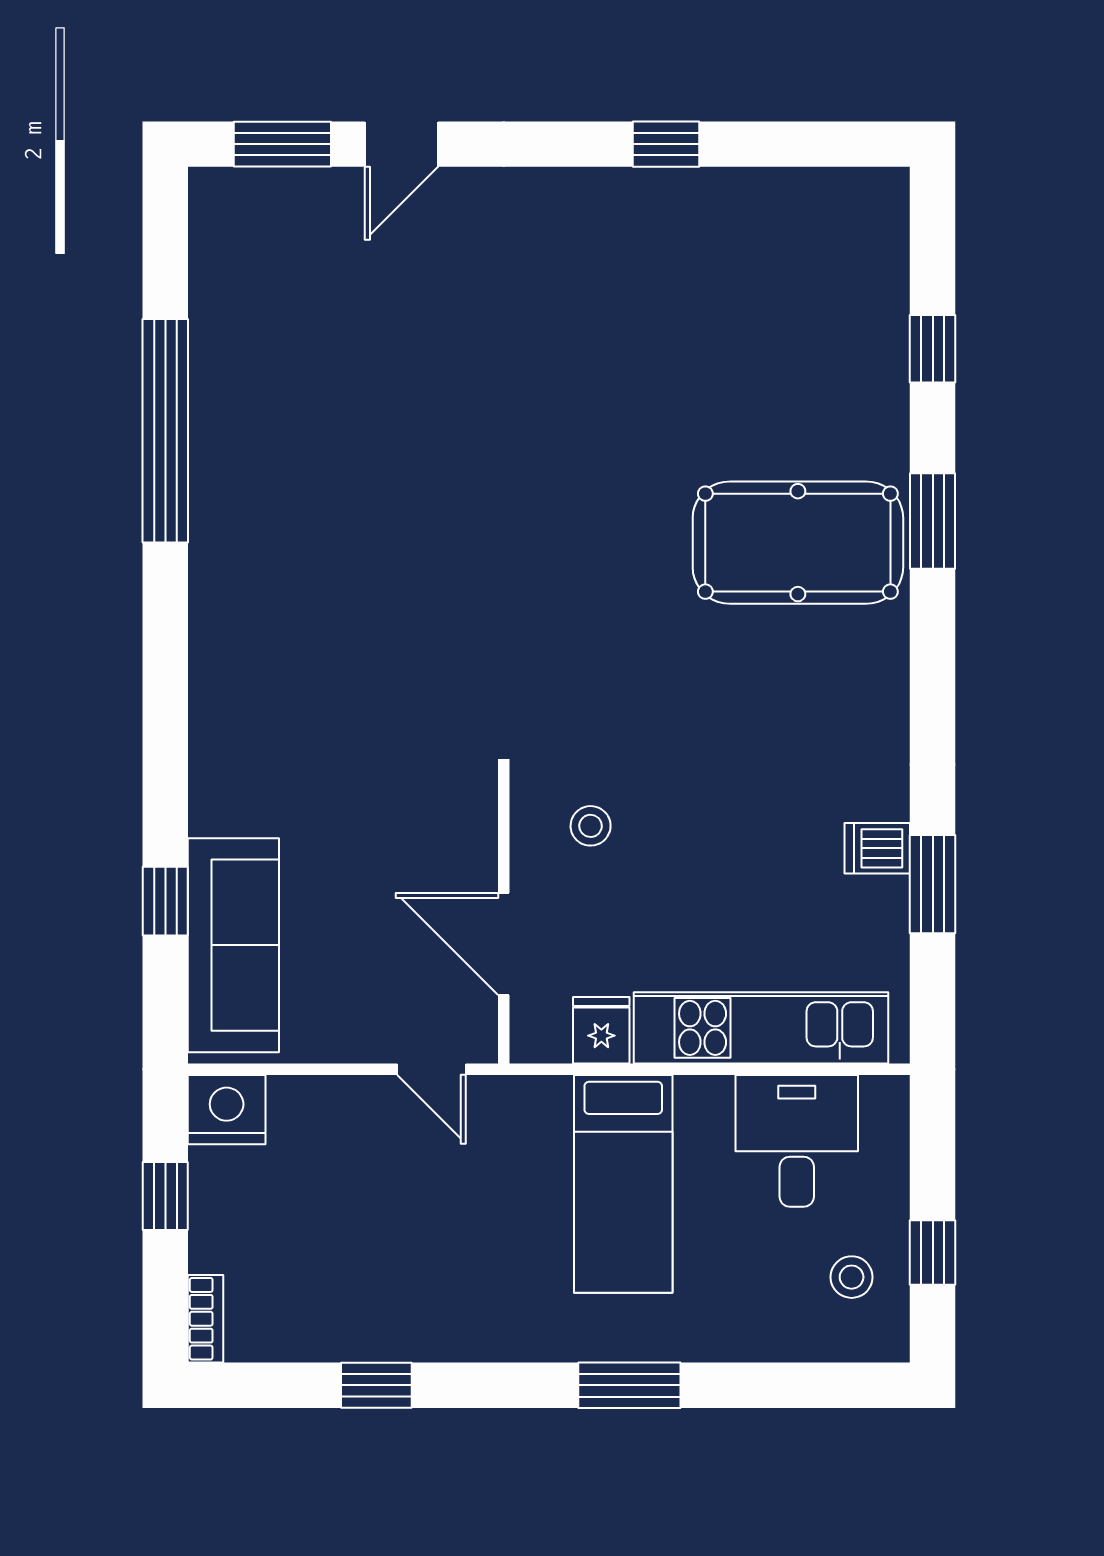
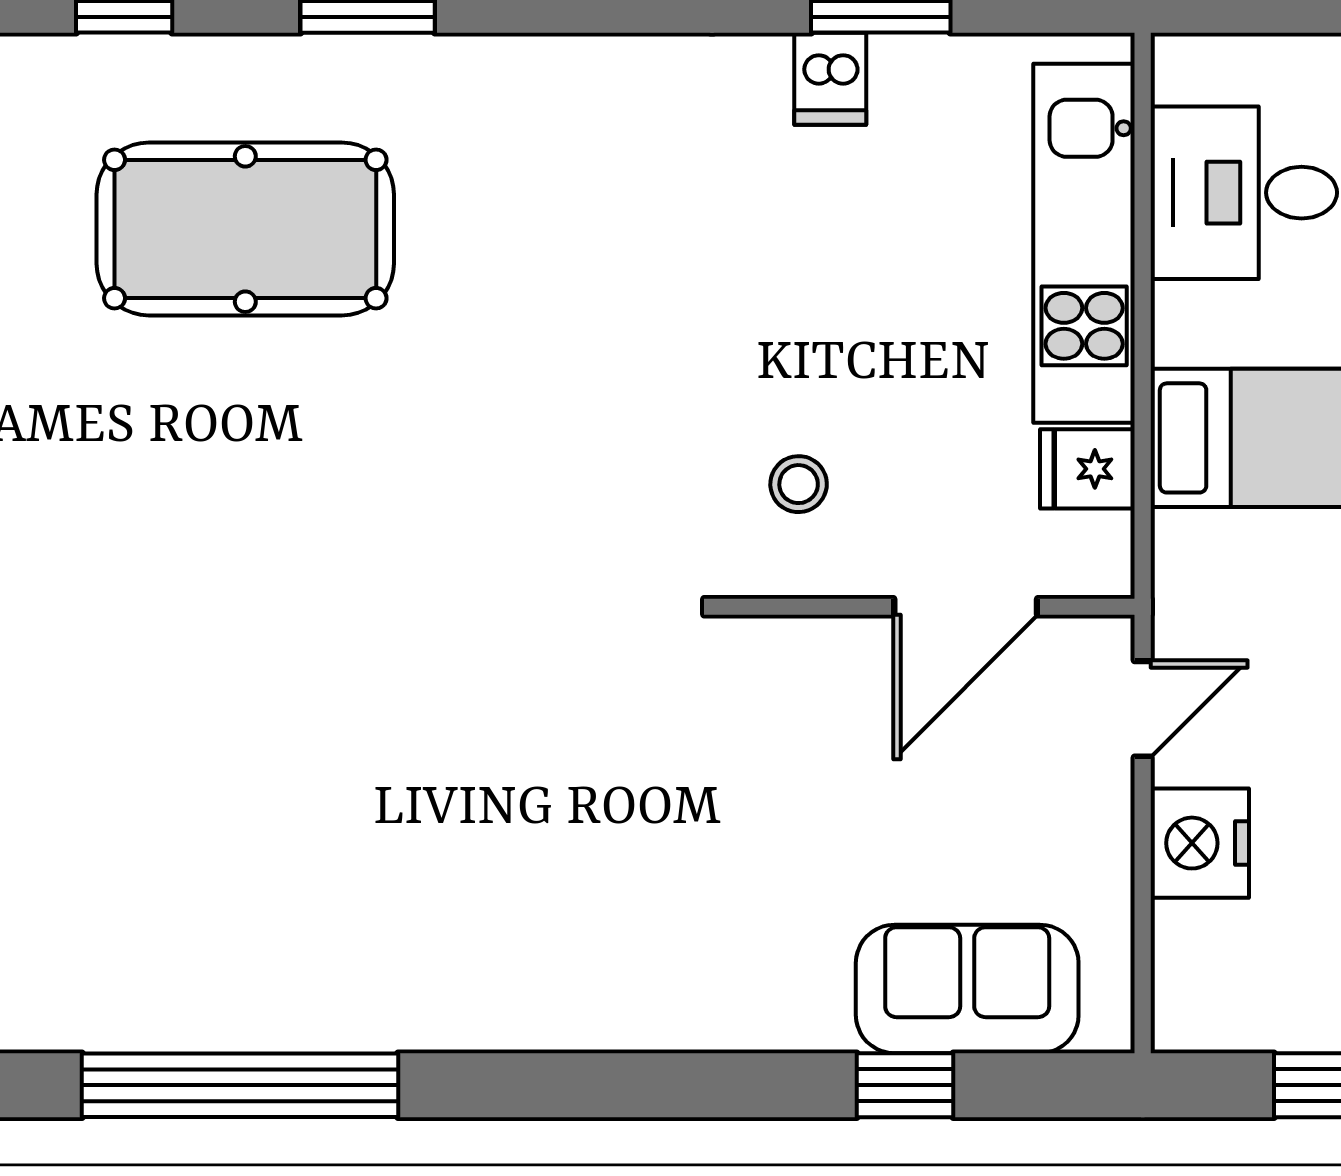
pool table: (798, 543) -> (245, 229), moved, turned 90
sofa: (233, 945) -> (967, 989), width x0.73
nightstand: (227, 1110) -> (1200, 843), moved

